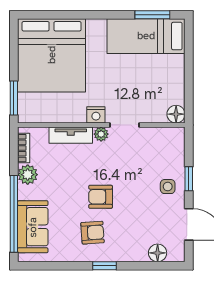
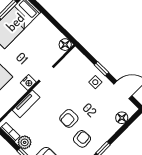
plant: (101, 134) -> (40, 89), removed

